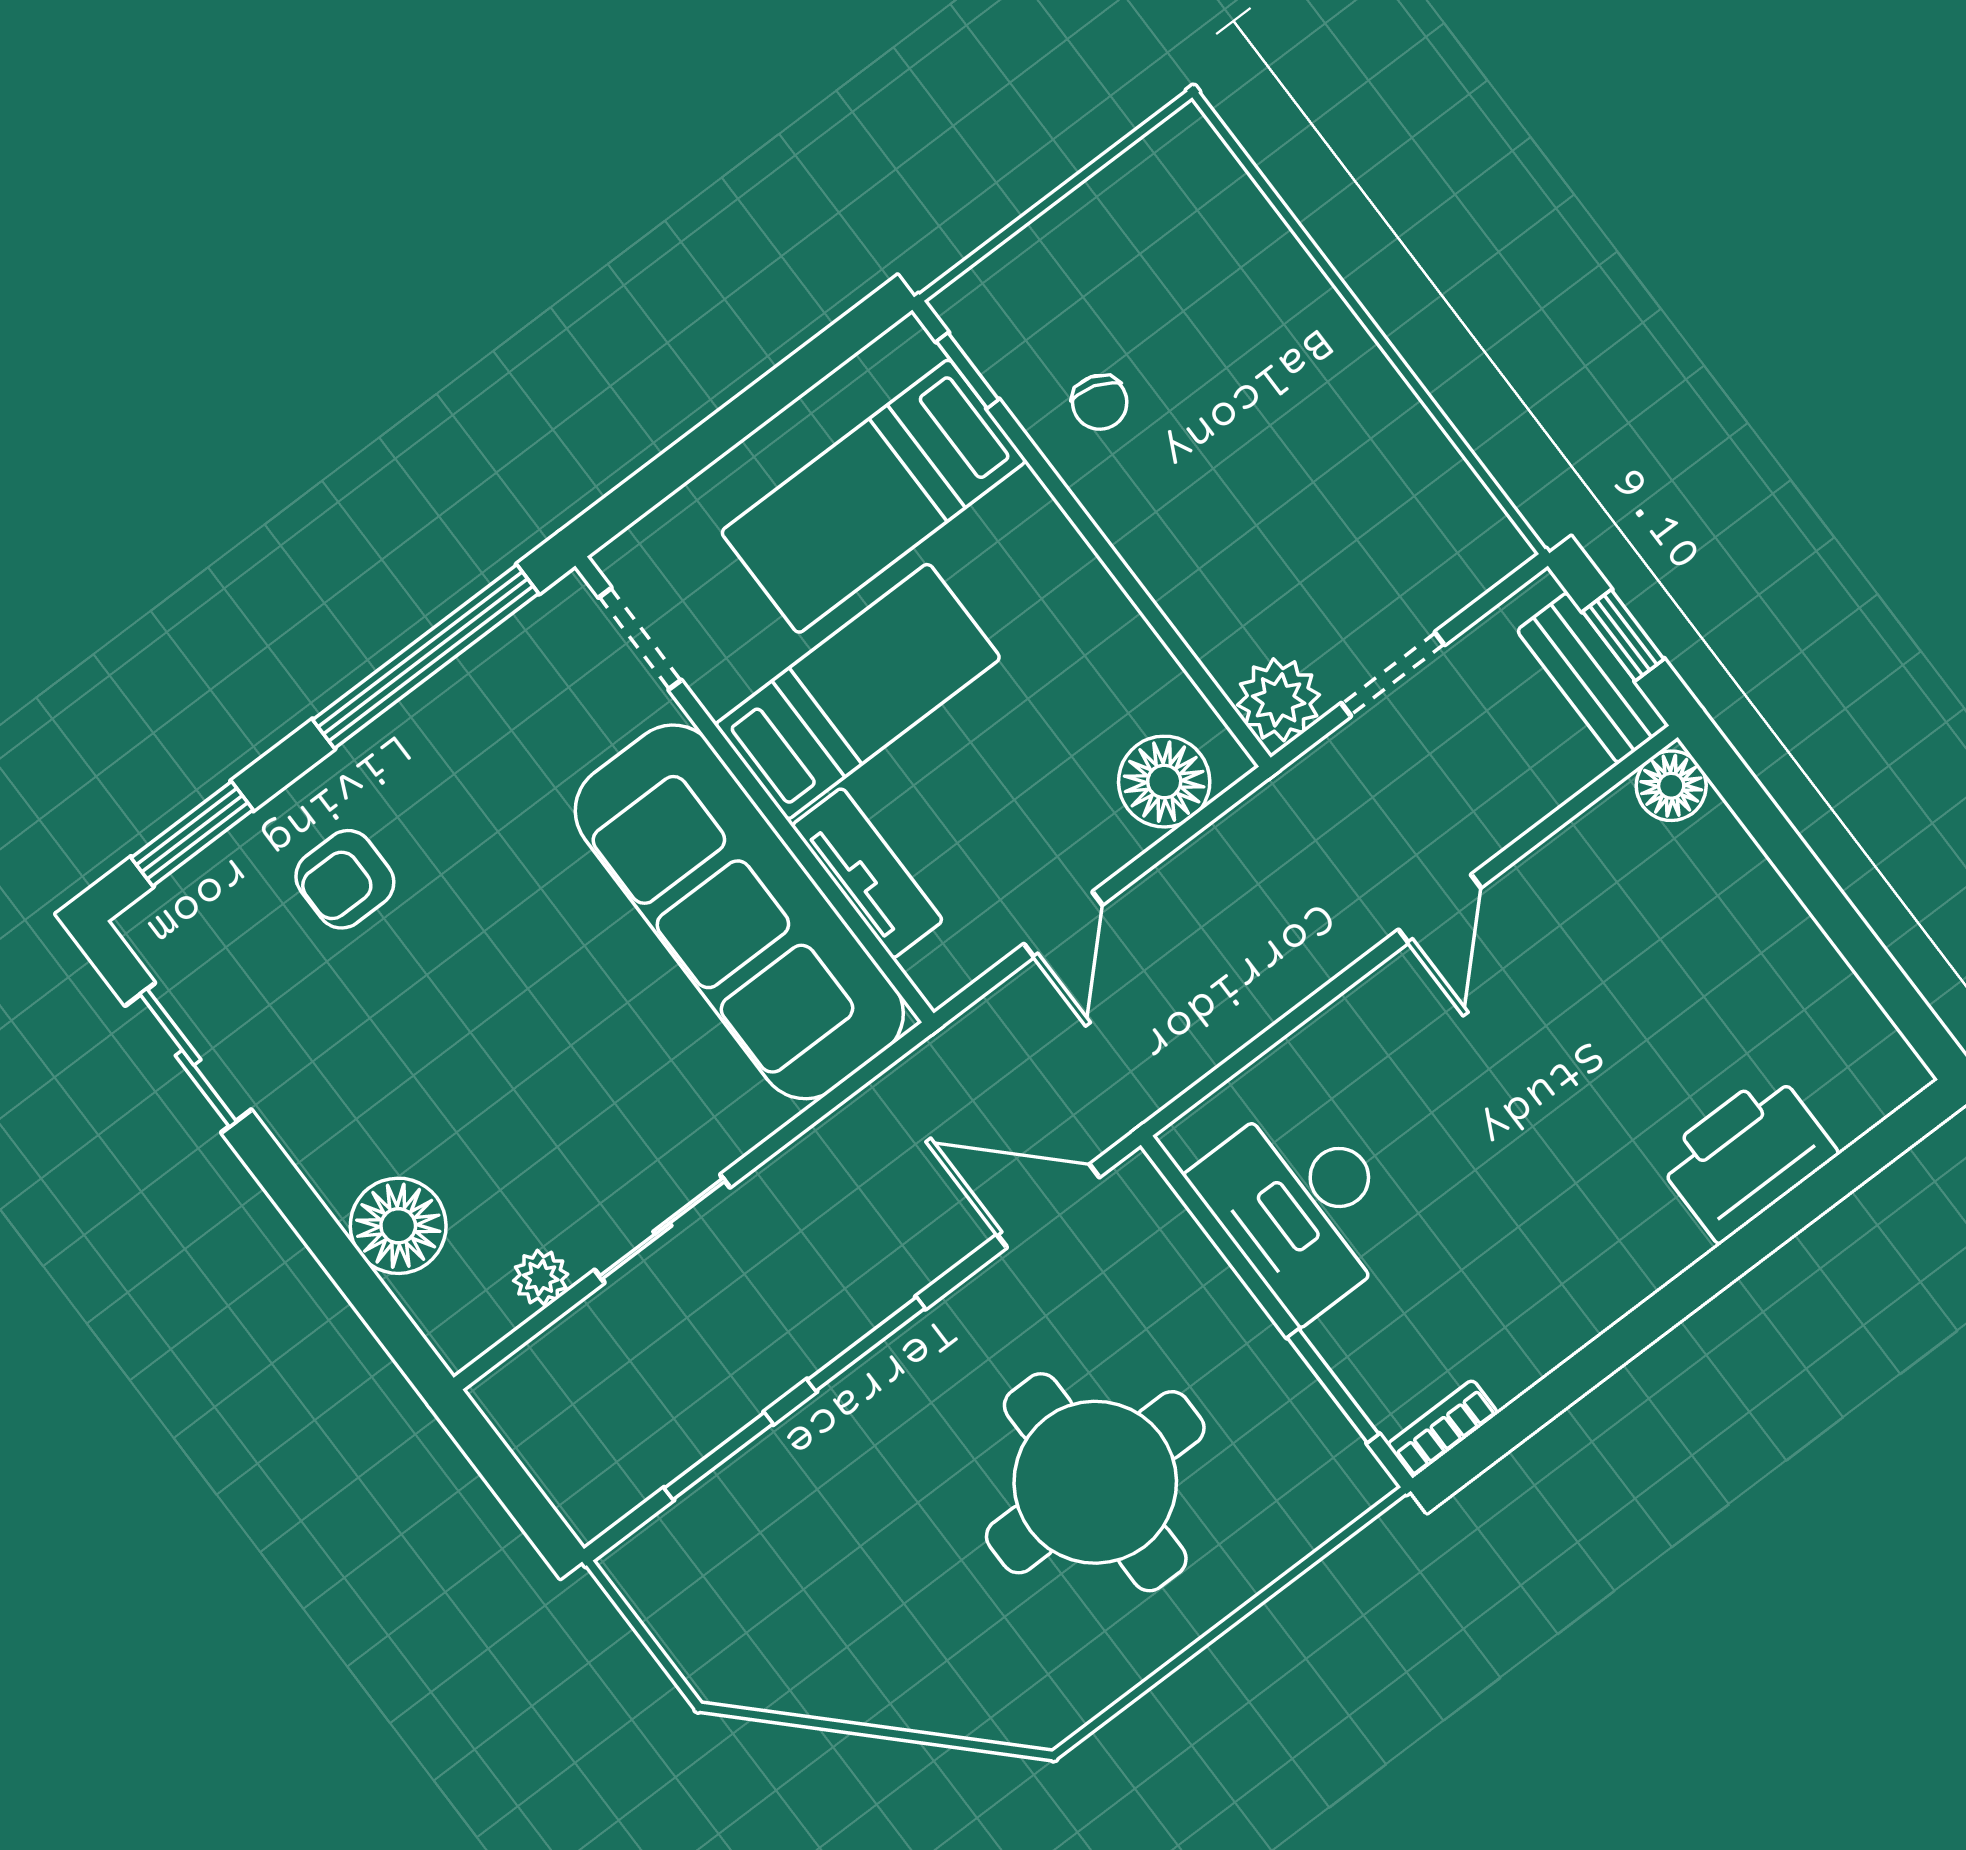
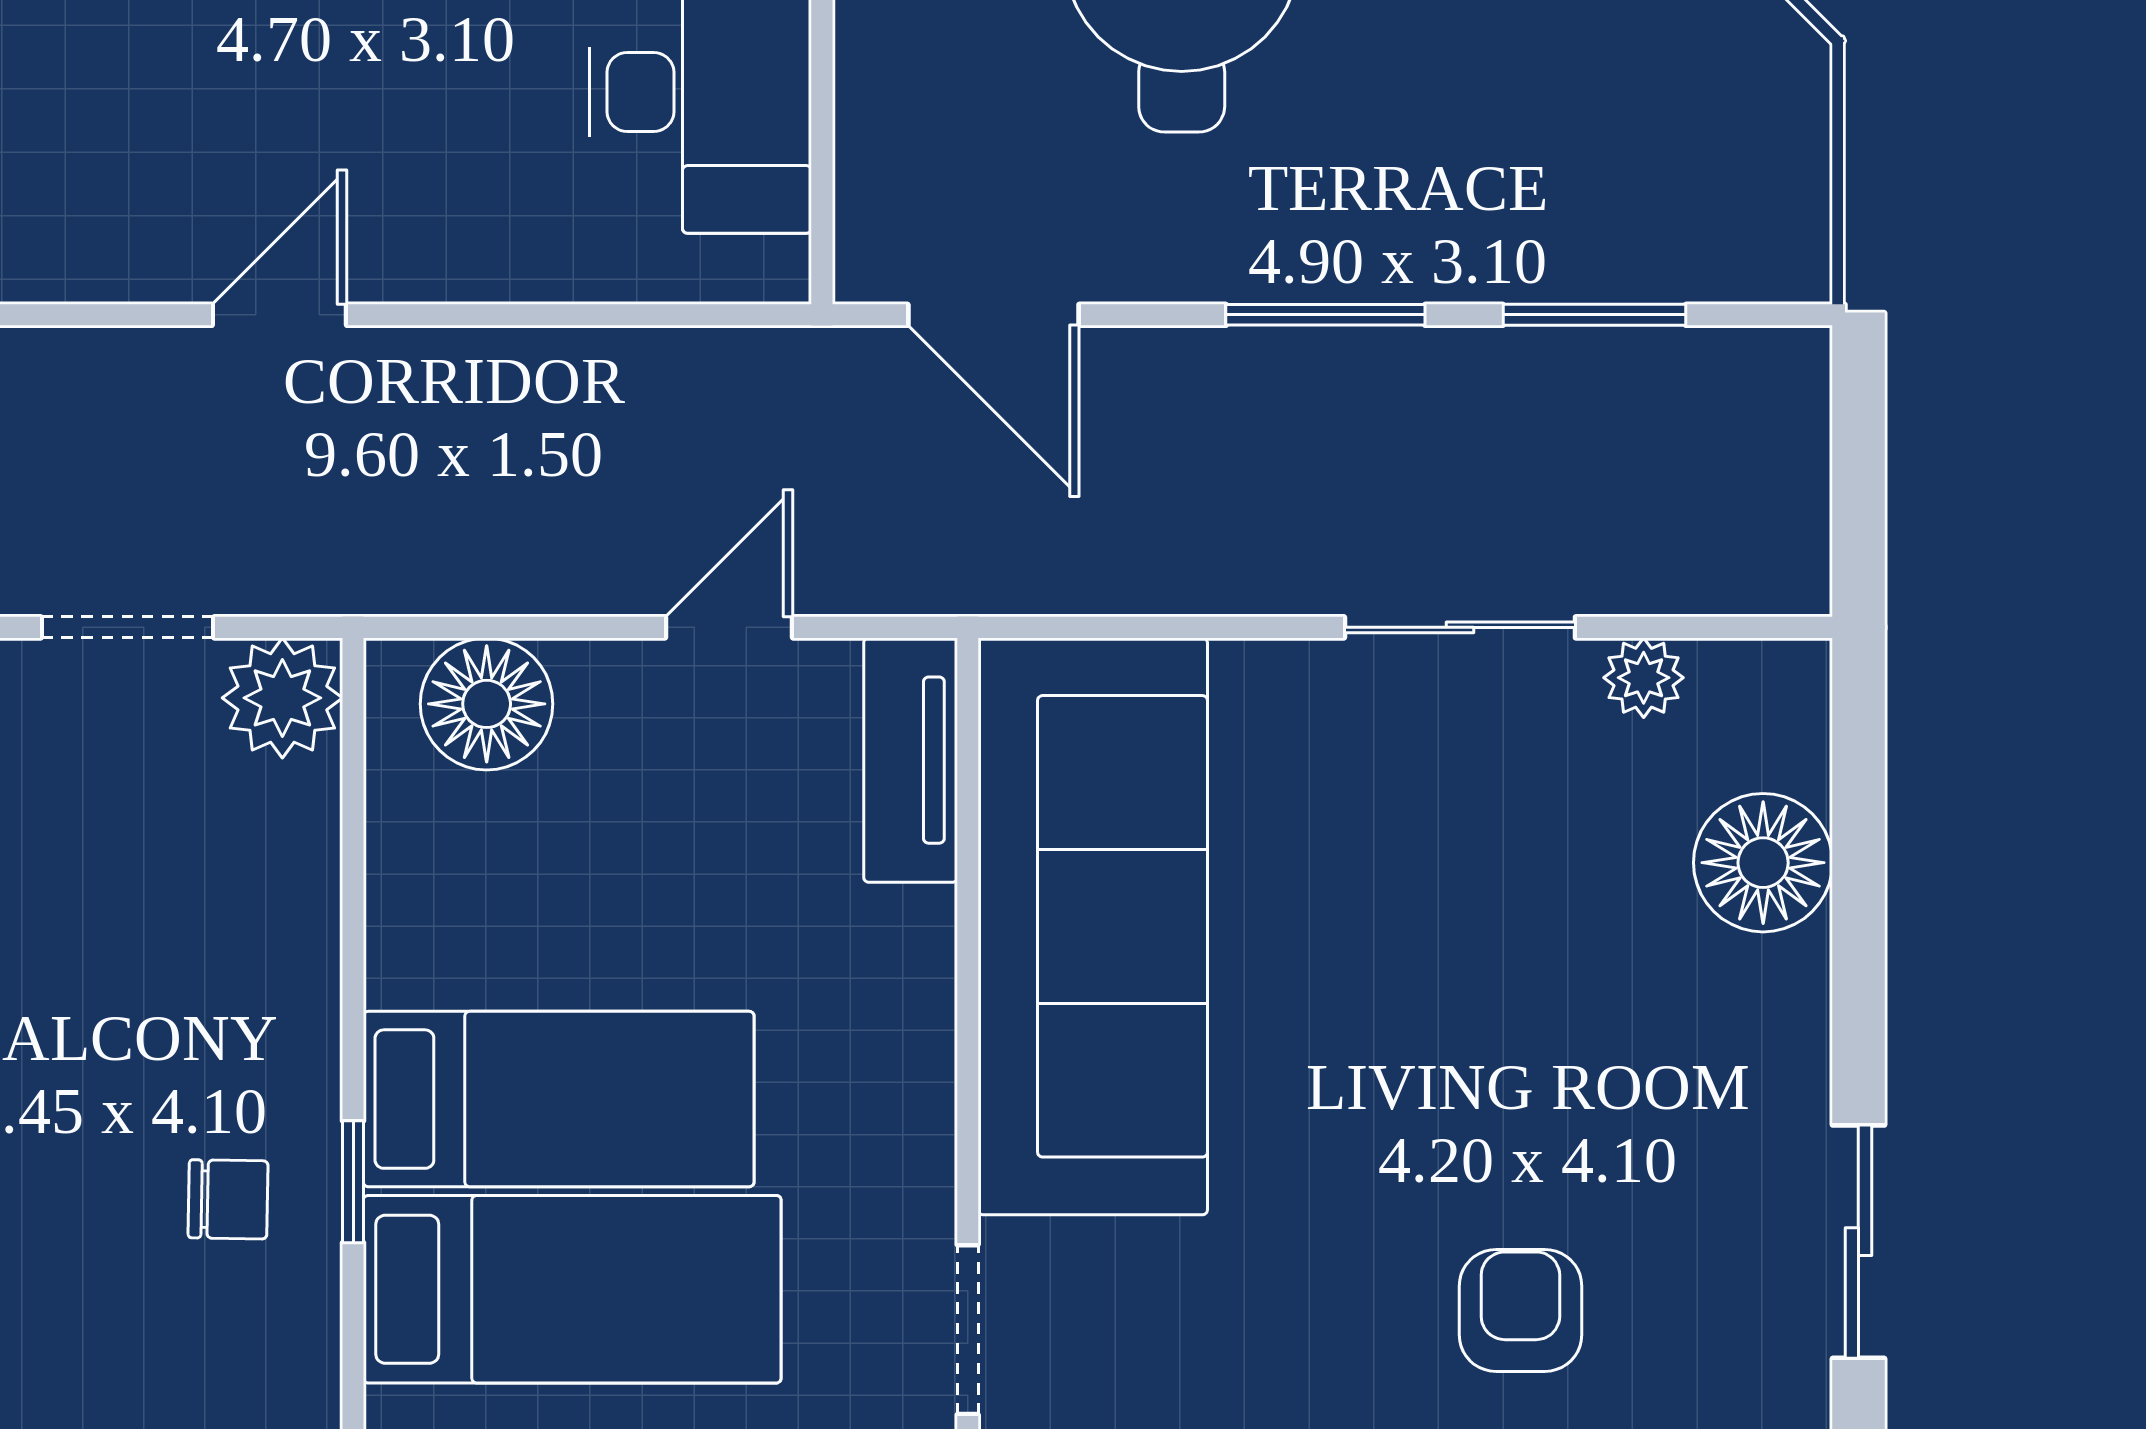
window: (968, 371) -> (353, 1182), moved
chair: (1100, 402) -> (228, 1199), turned 73
bed: (858, 691) -> (559, 1099), moved, turned 180
tv unit: (867, 873) -> (911, 760), moved
armchair: (345, 879) -> (1520, 1310), turned -90

